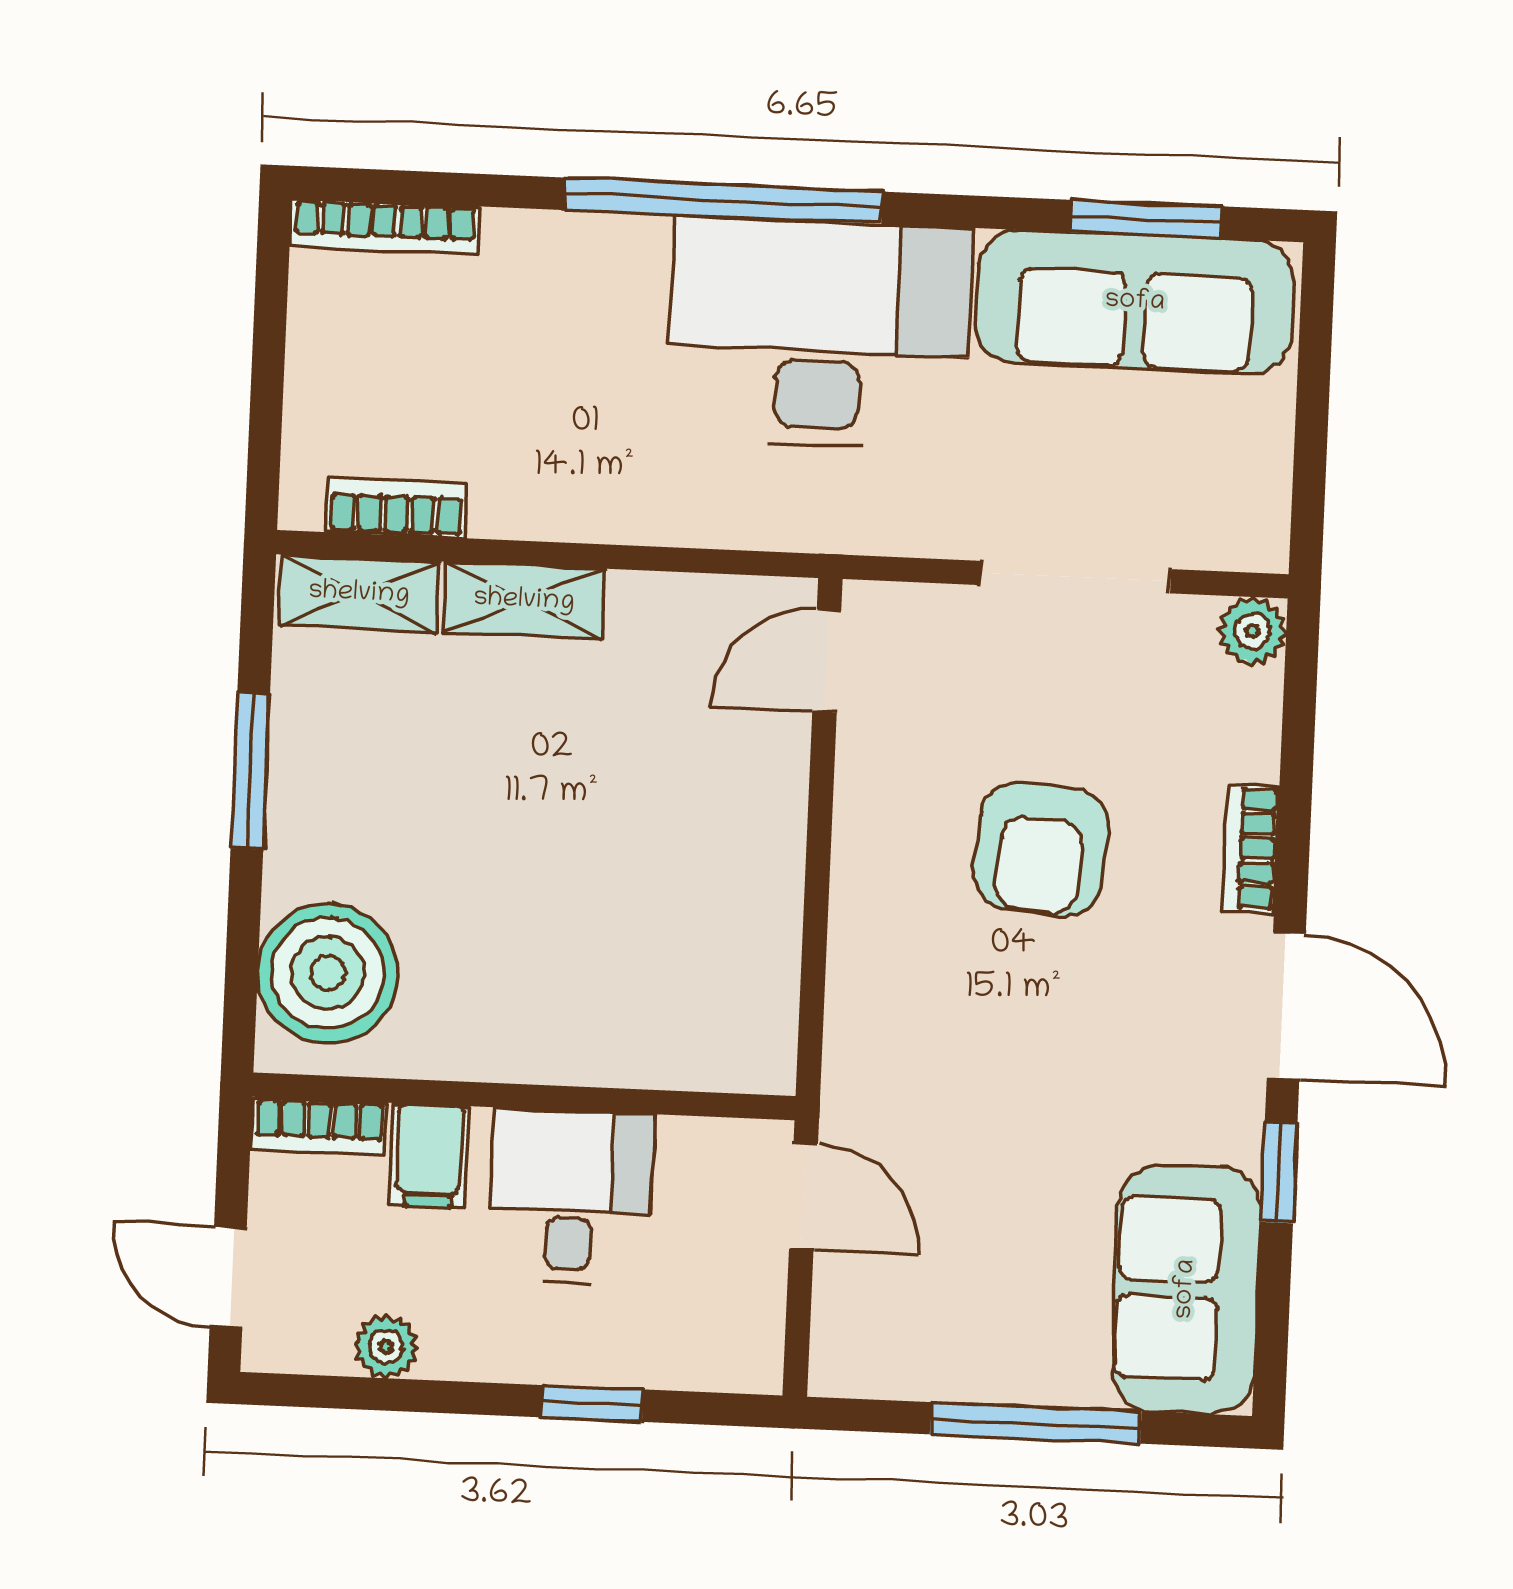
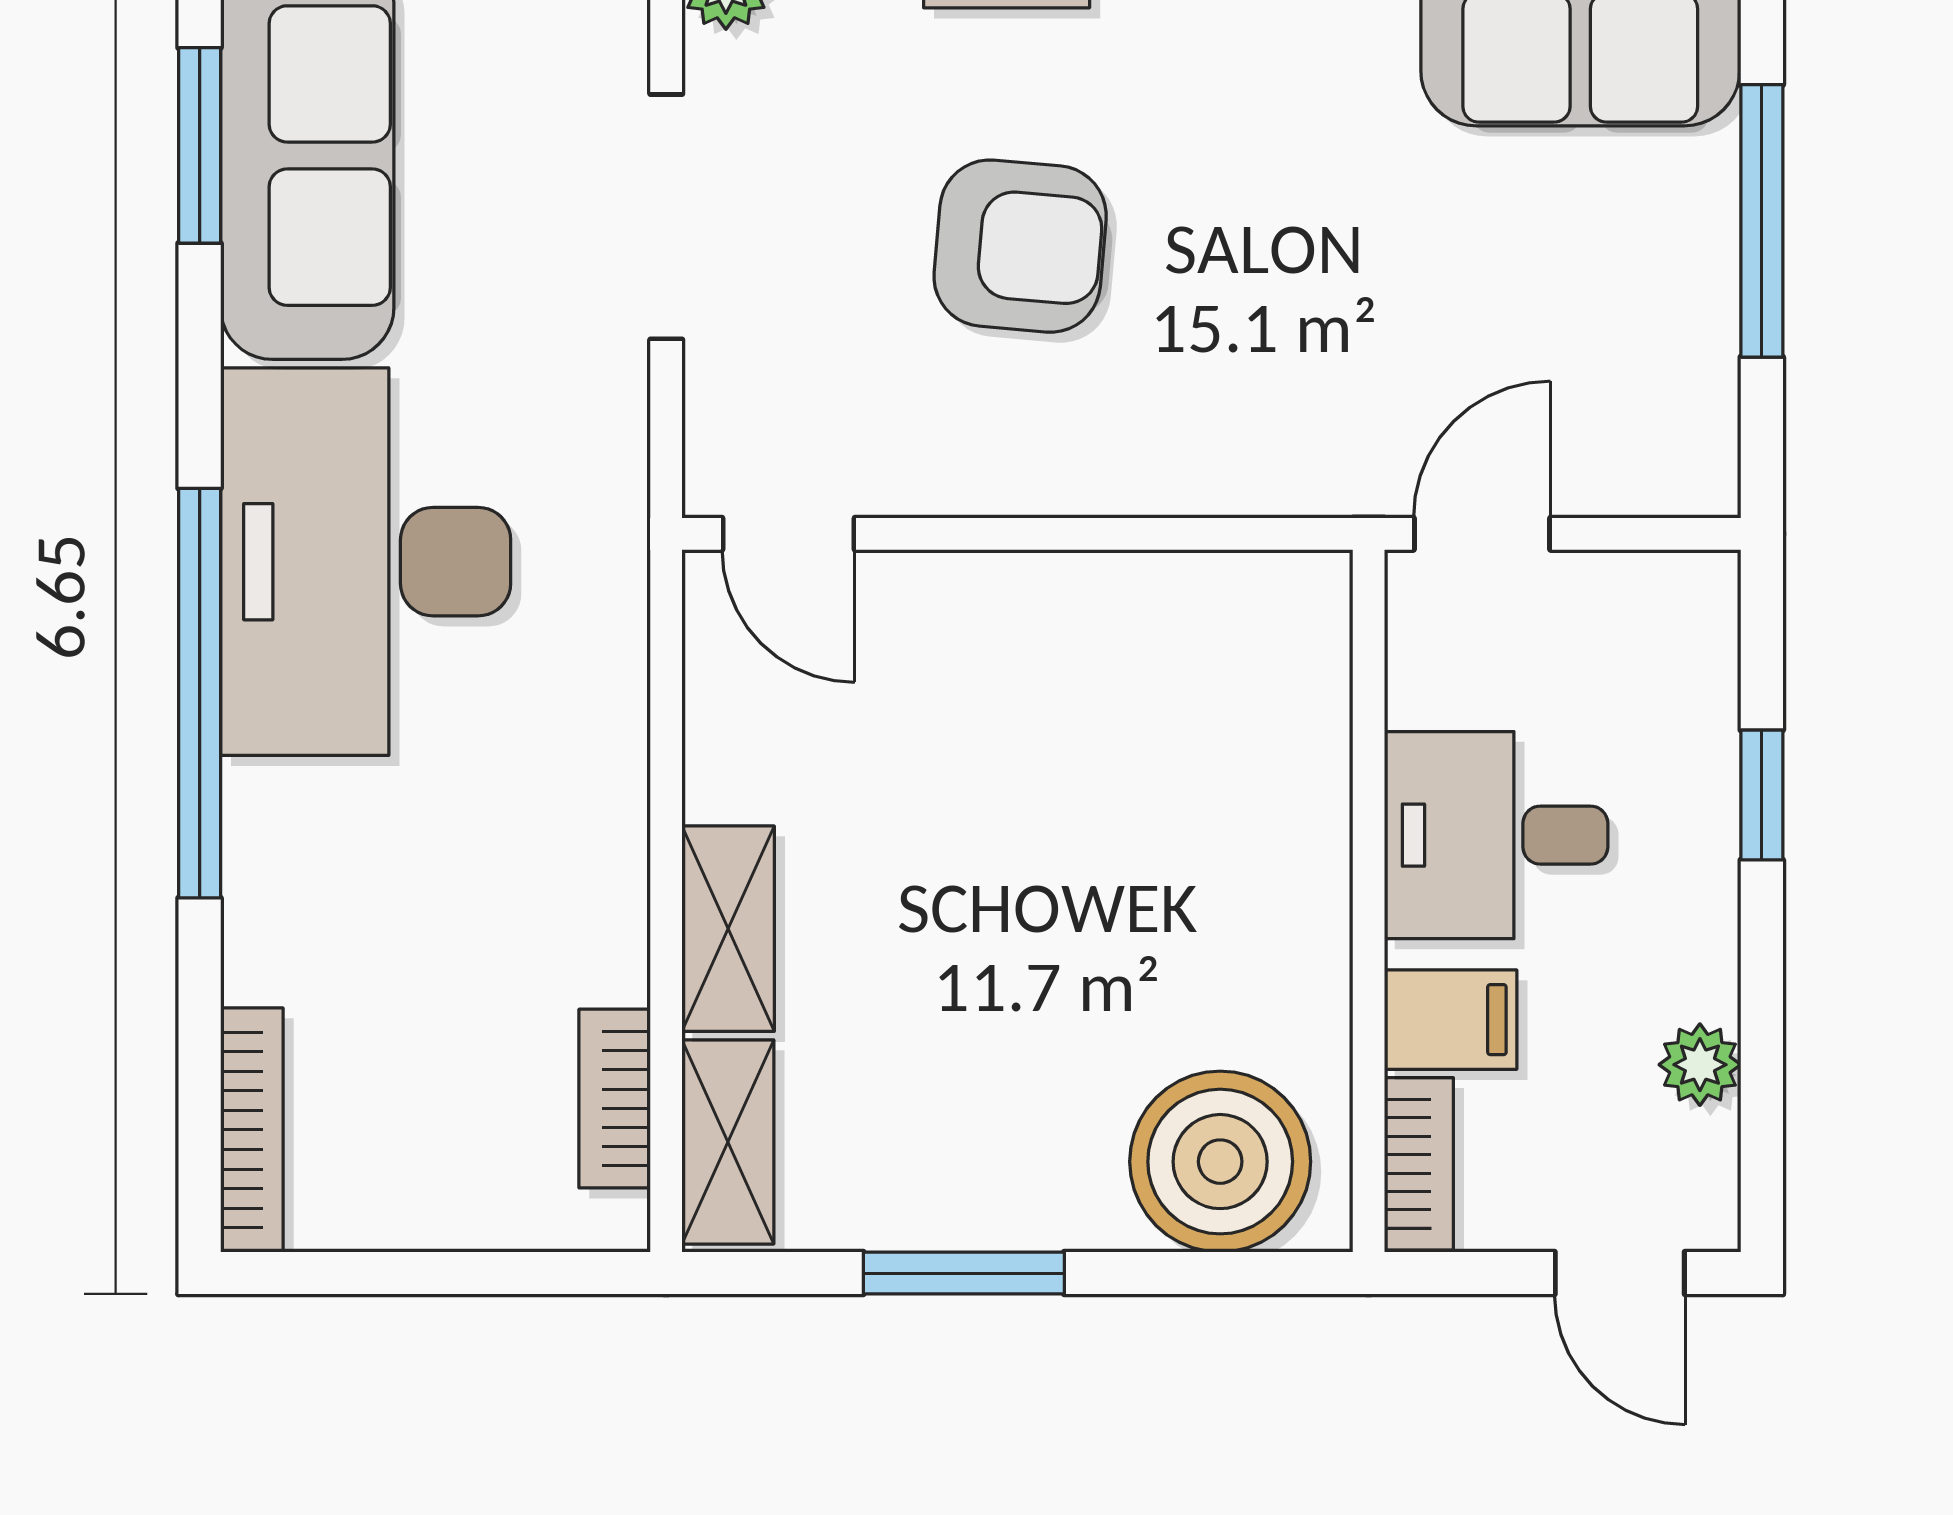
door: (228, 1278) -> (1620, 1273), hinge flipped

